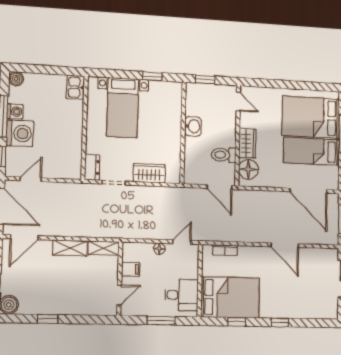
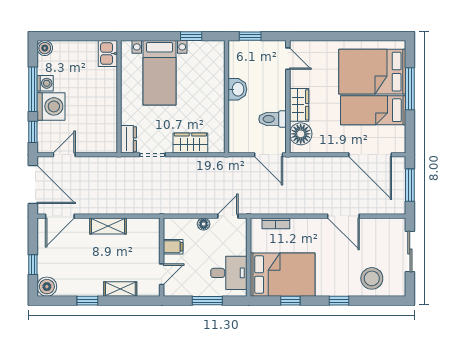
shelving: (104, 248) -> (120, 289), moved
stool: (309, 303) -> (372, 278), added

